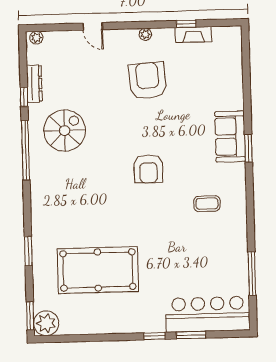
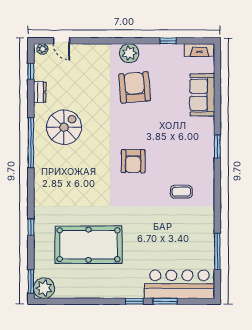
door: (93, 26) -> (62, 41), moved
plant: (145, 34) -> (129, 53), width x1.88, depth x1.88
fireplace: (193, 35) -> (199, 50), moved
dresser: (34, 84) -> (40, 92), width x0.70
window: (24, 97) -> (31, 71), moved
sofa: (230, 137) -> (202, 95), moved
window: (28, 251) -> (31, 227), width x0.67

